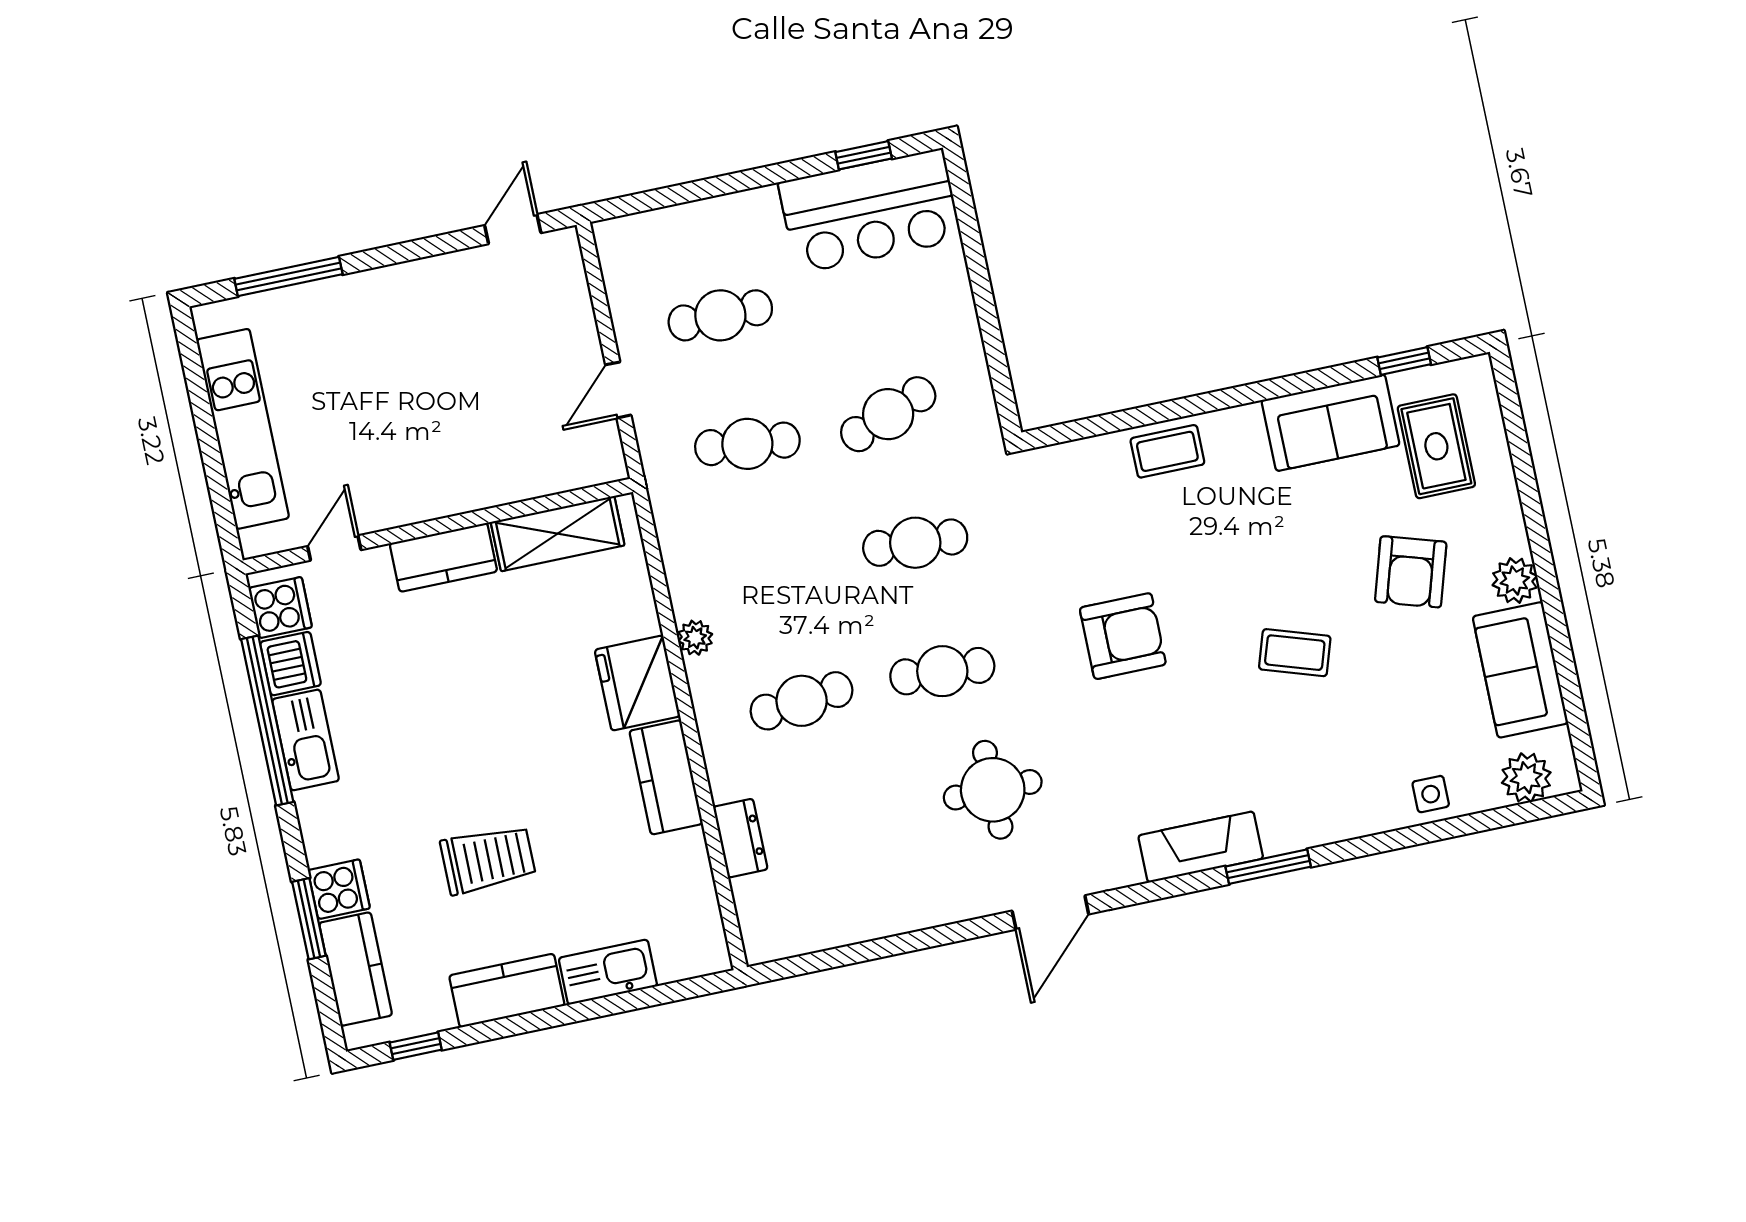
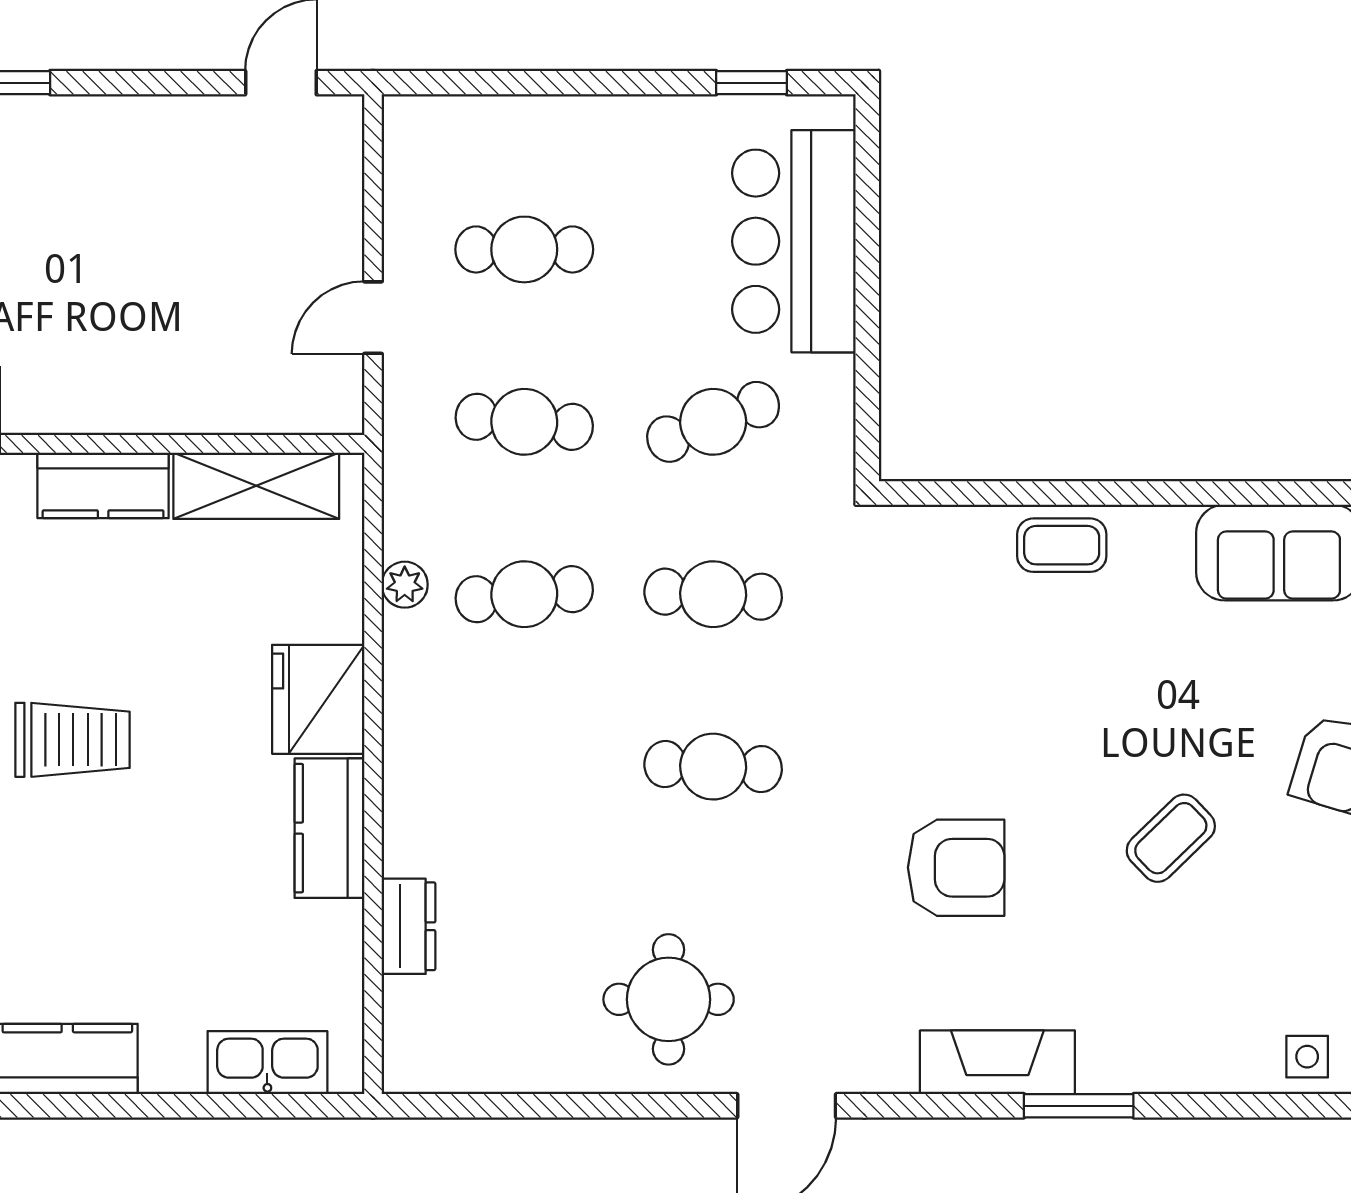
bar counter: (870, 211) -> (794, 241), moved, turned 90
armchair: (1123, 636) -> (956, 868), moved
plant: (695, 638) -> (405, 585), moved
coffee table: (1295, 653) -> (1171, 838), turned -62
cafe table: (802, 701) -> (524, 594), moved
round table: (993, 790) -> (669, 999), moved
trolley: (488, 859) -> (72, 740), moved
kitchen sink: (608, 972) -> (267, 1063), moved

